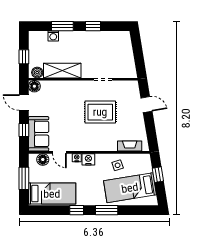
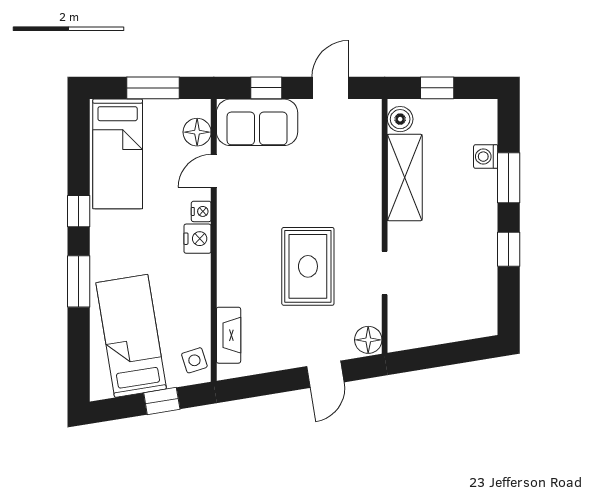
floor lamp: (34, 86) -> (368, 340), moved
side table: (118, 165) -> (194, 360), moved

